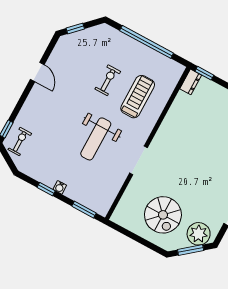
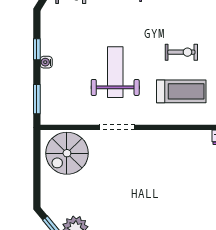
weight bench: (96, 139) -> (115, 72), turned 90
spiral stairs: (163, 215) -> (67, 153), moved

